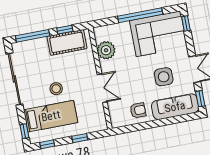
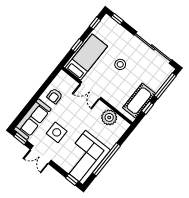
bed: (51, 116) -> (86, 57), moved, turned 180

